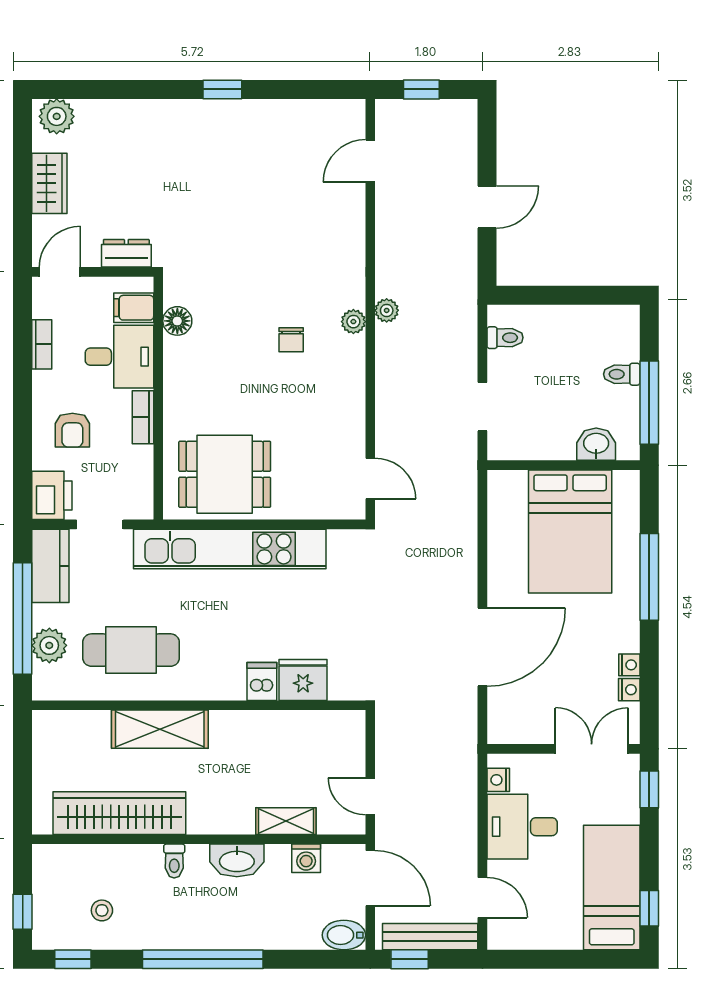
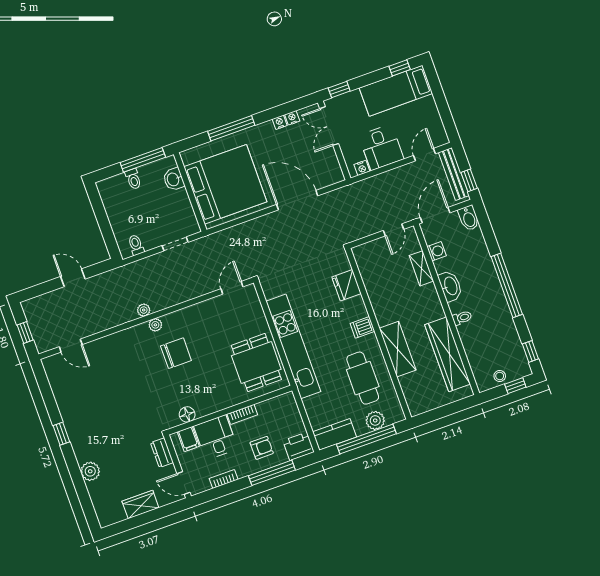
plant: (57, 116) -> (90, 471), moved
chair: (291, 340) -> (176, 353), width x1.87, depth x1.87
window: (23, 432) -> (272, 473), added
doorway: (100, 524) -> (304, 417), removed
bed: (570, 531) -> (225, 184), width x1.36
dishwasher: (262, 681) -> (362, 327), moved
stool: (102, 910) -> (500, 376), moved

